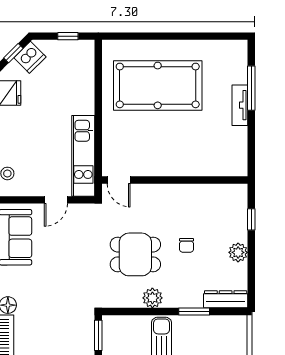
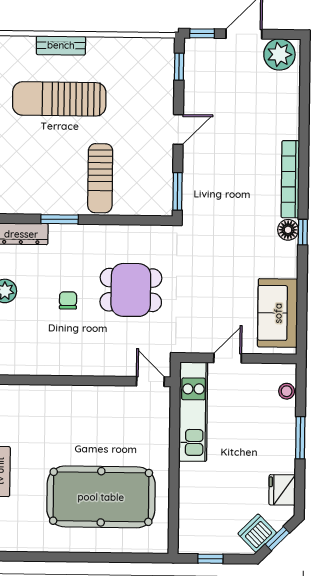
plant: (152, 298) -> (111, 236), removed

